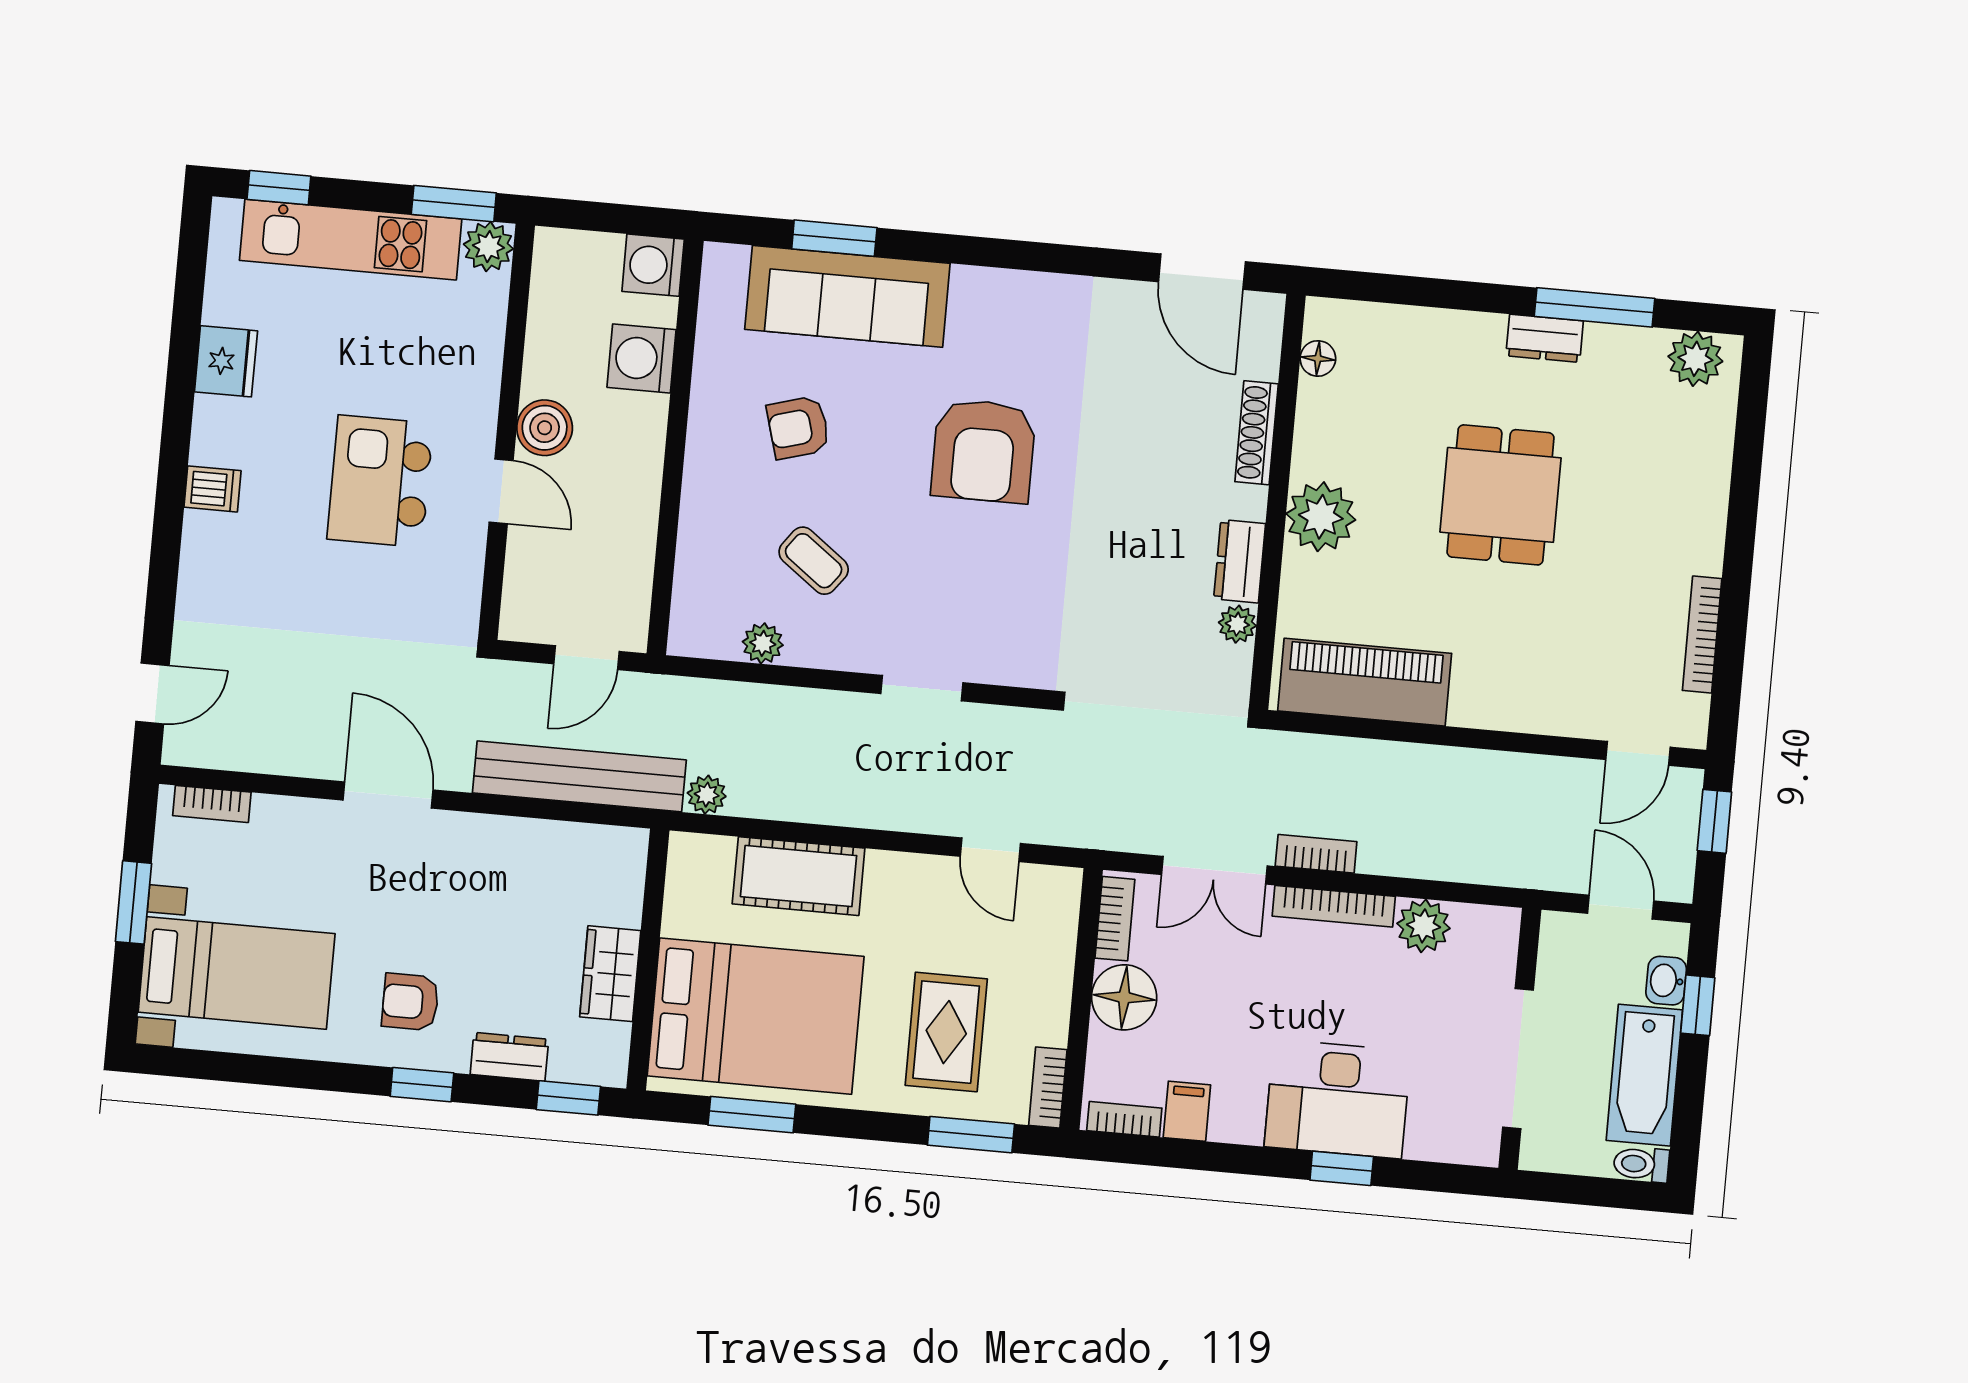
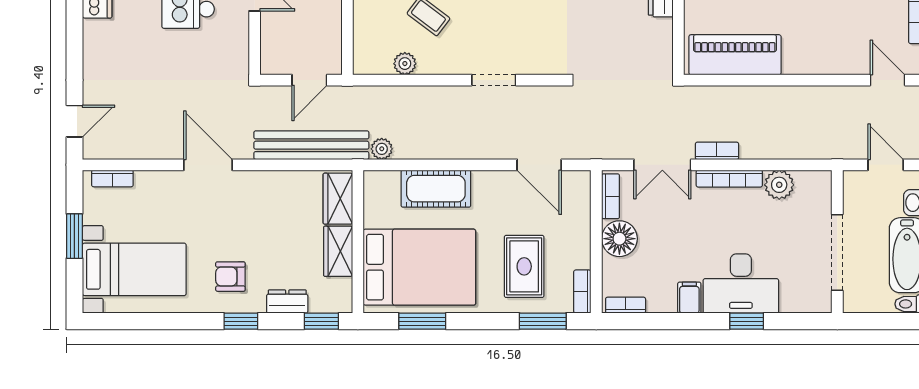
plant: (1237, 624) -> (663, 29), removed
door: (1638, 753) -> (888, 80), swing flipped
door: (990, 850) -> (539, 165), width x1.37
wardrobe: (619, 878) -> (338, 199), added
filing cabinet: (1187, 1111) -> (689, 298), moved

